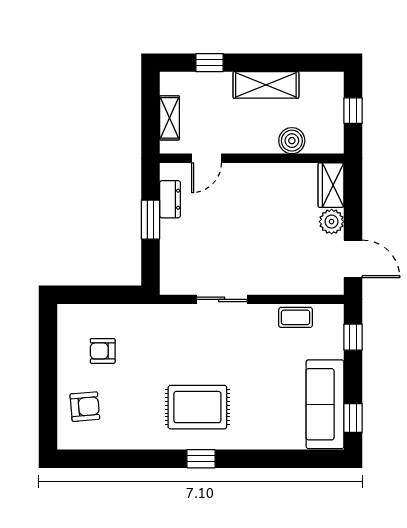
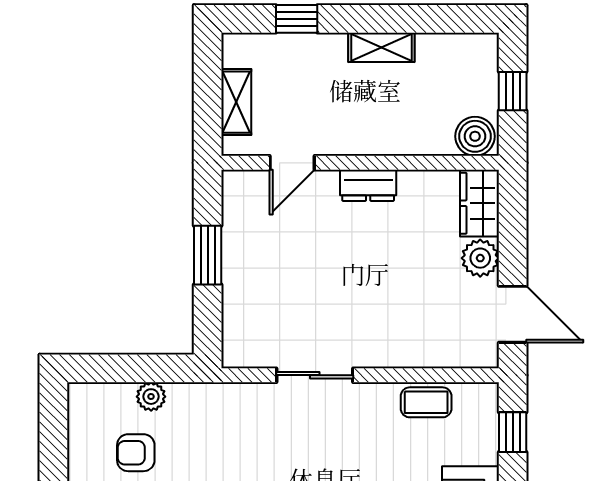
shelving: (266, 85) -> (381, 47), width x0.67, depth x0.75
boiler: (292, 141) -> (475, 136), moved
dresser: (170, 199) -> (368, 185), moved, turned 90
plant: (113, 314) -> (151, 397), added

